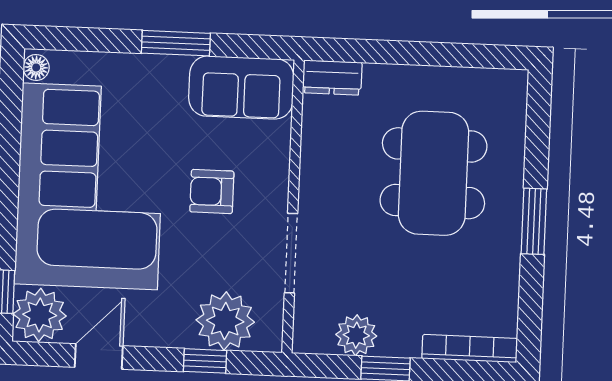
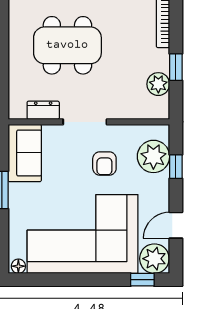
dresser: (332, 78) -> (43, 110), moved, turned -90
armchair: (212, 192) -> (104, 163), moved
doorway: (291, 253) -> (85, 122), moved
door: (99, 357) -> (176, 225), hinge flipped

